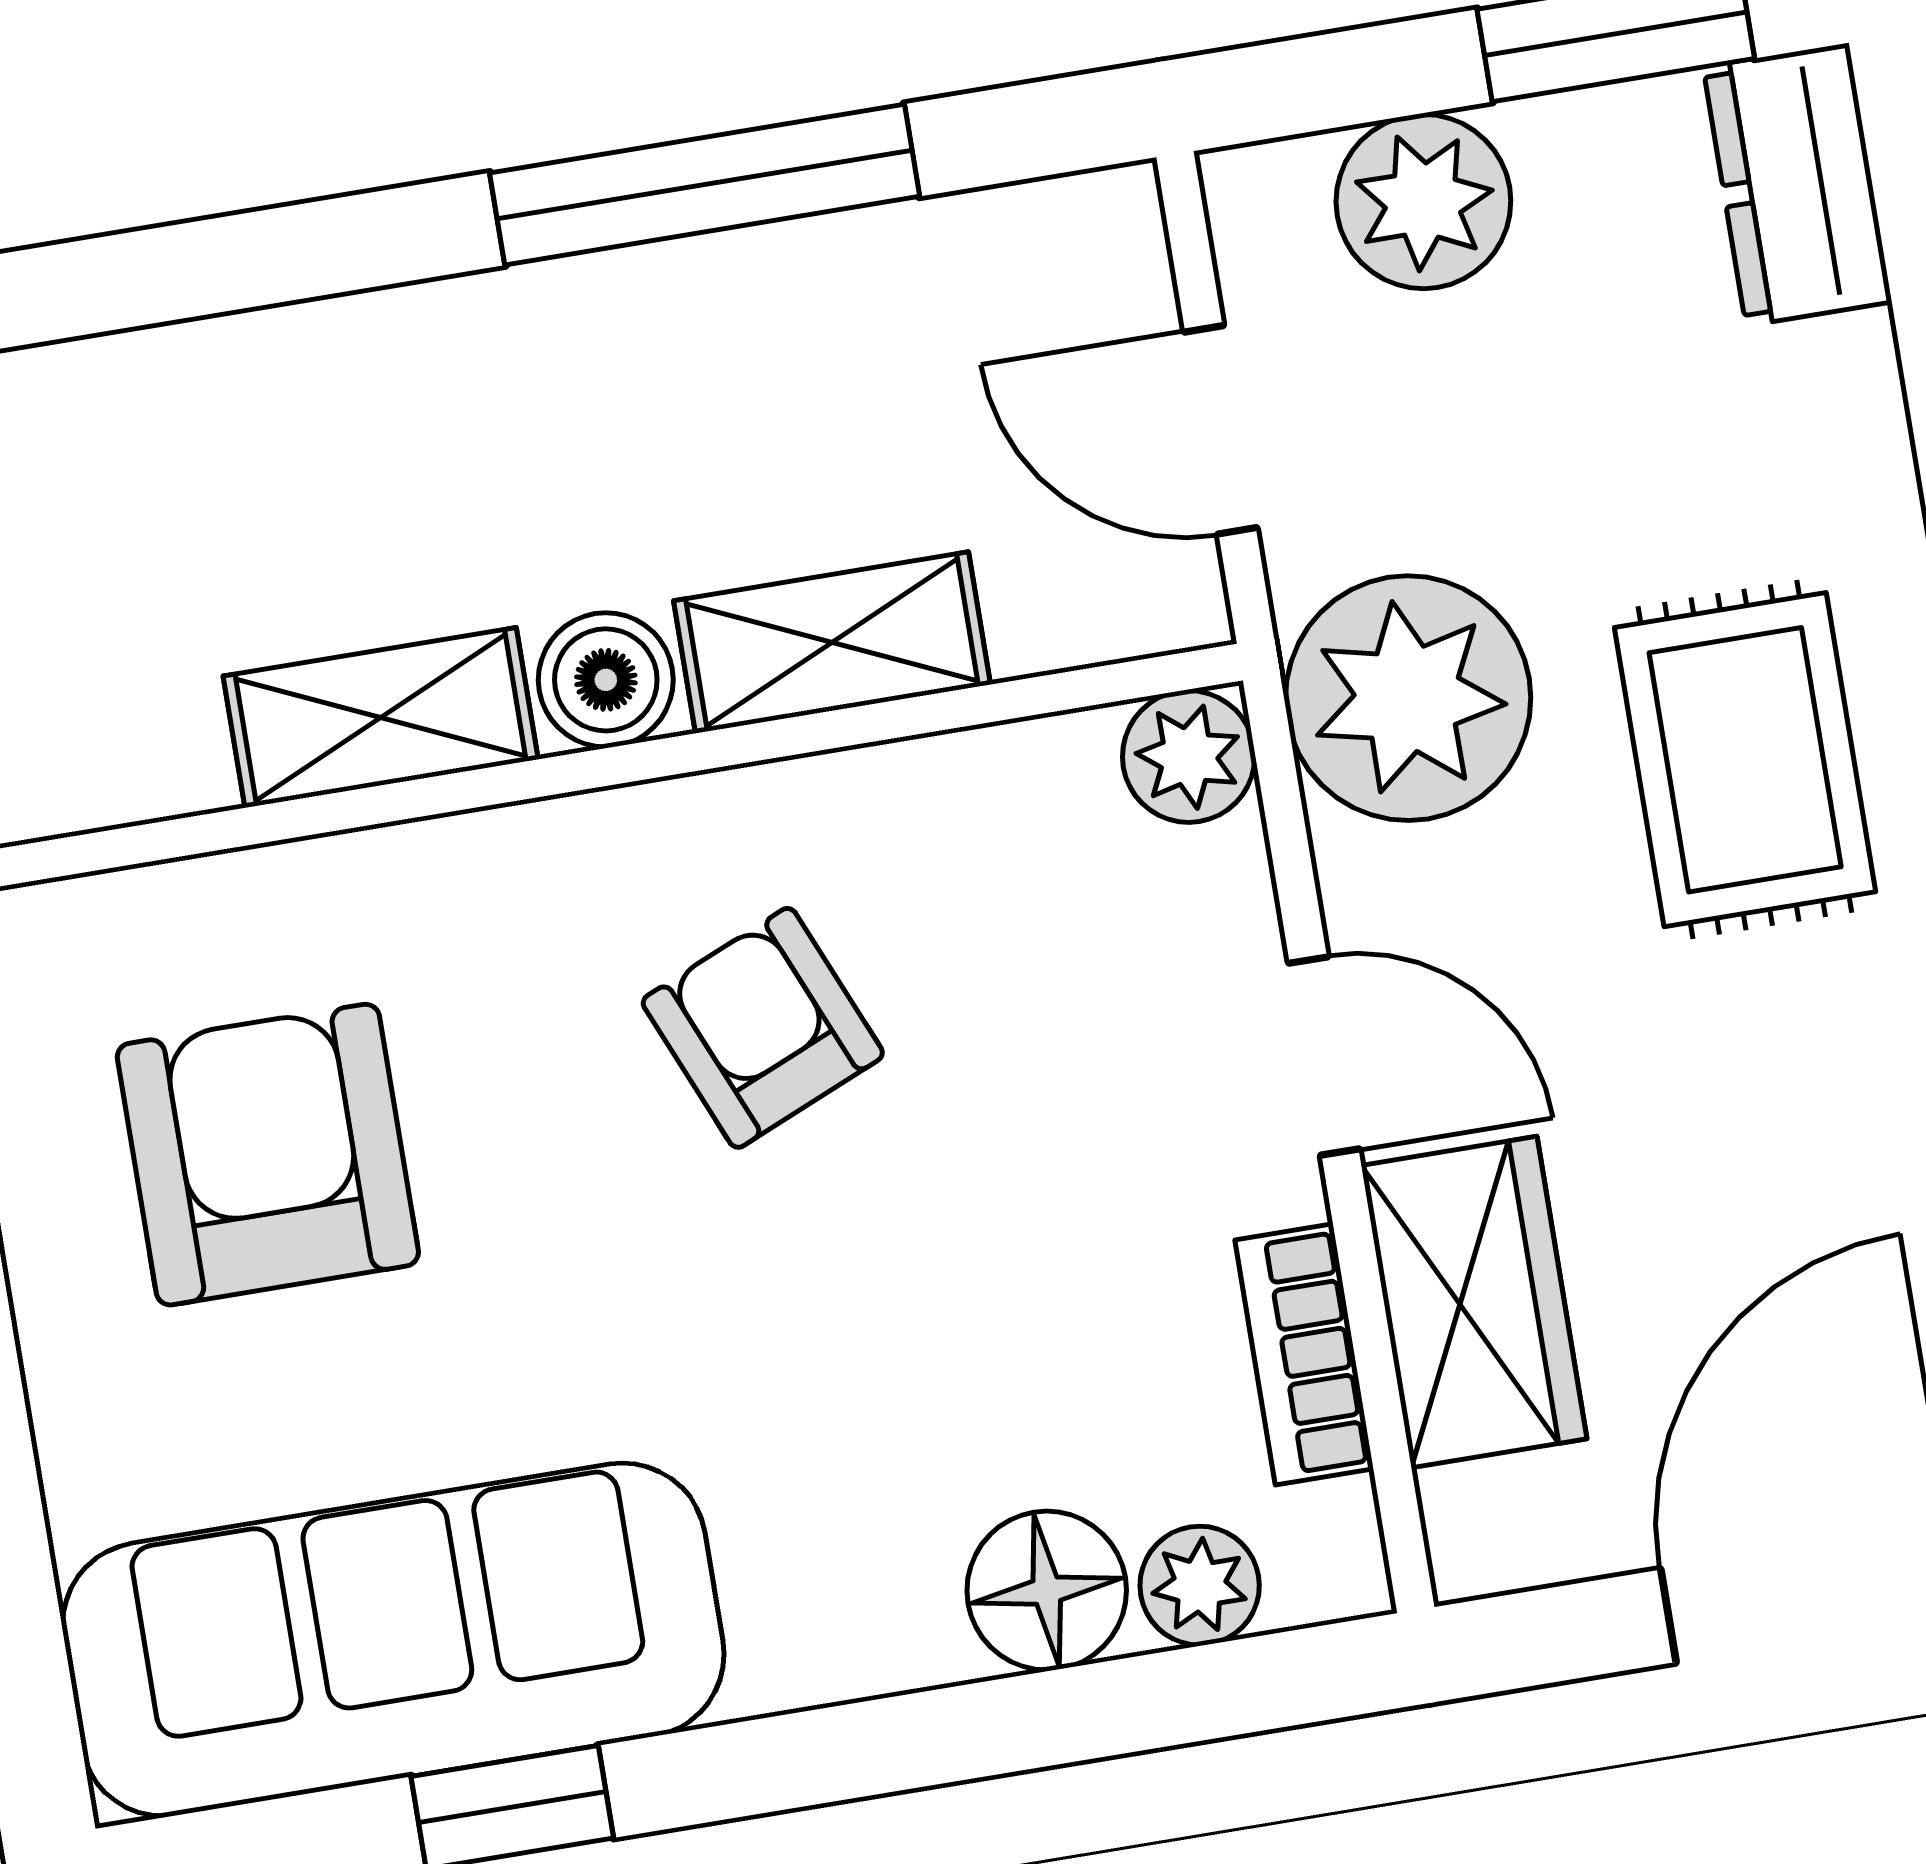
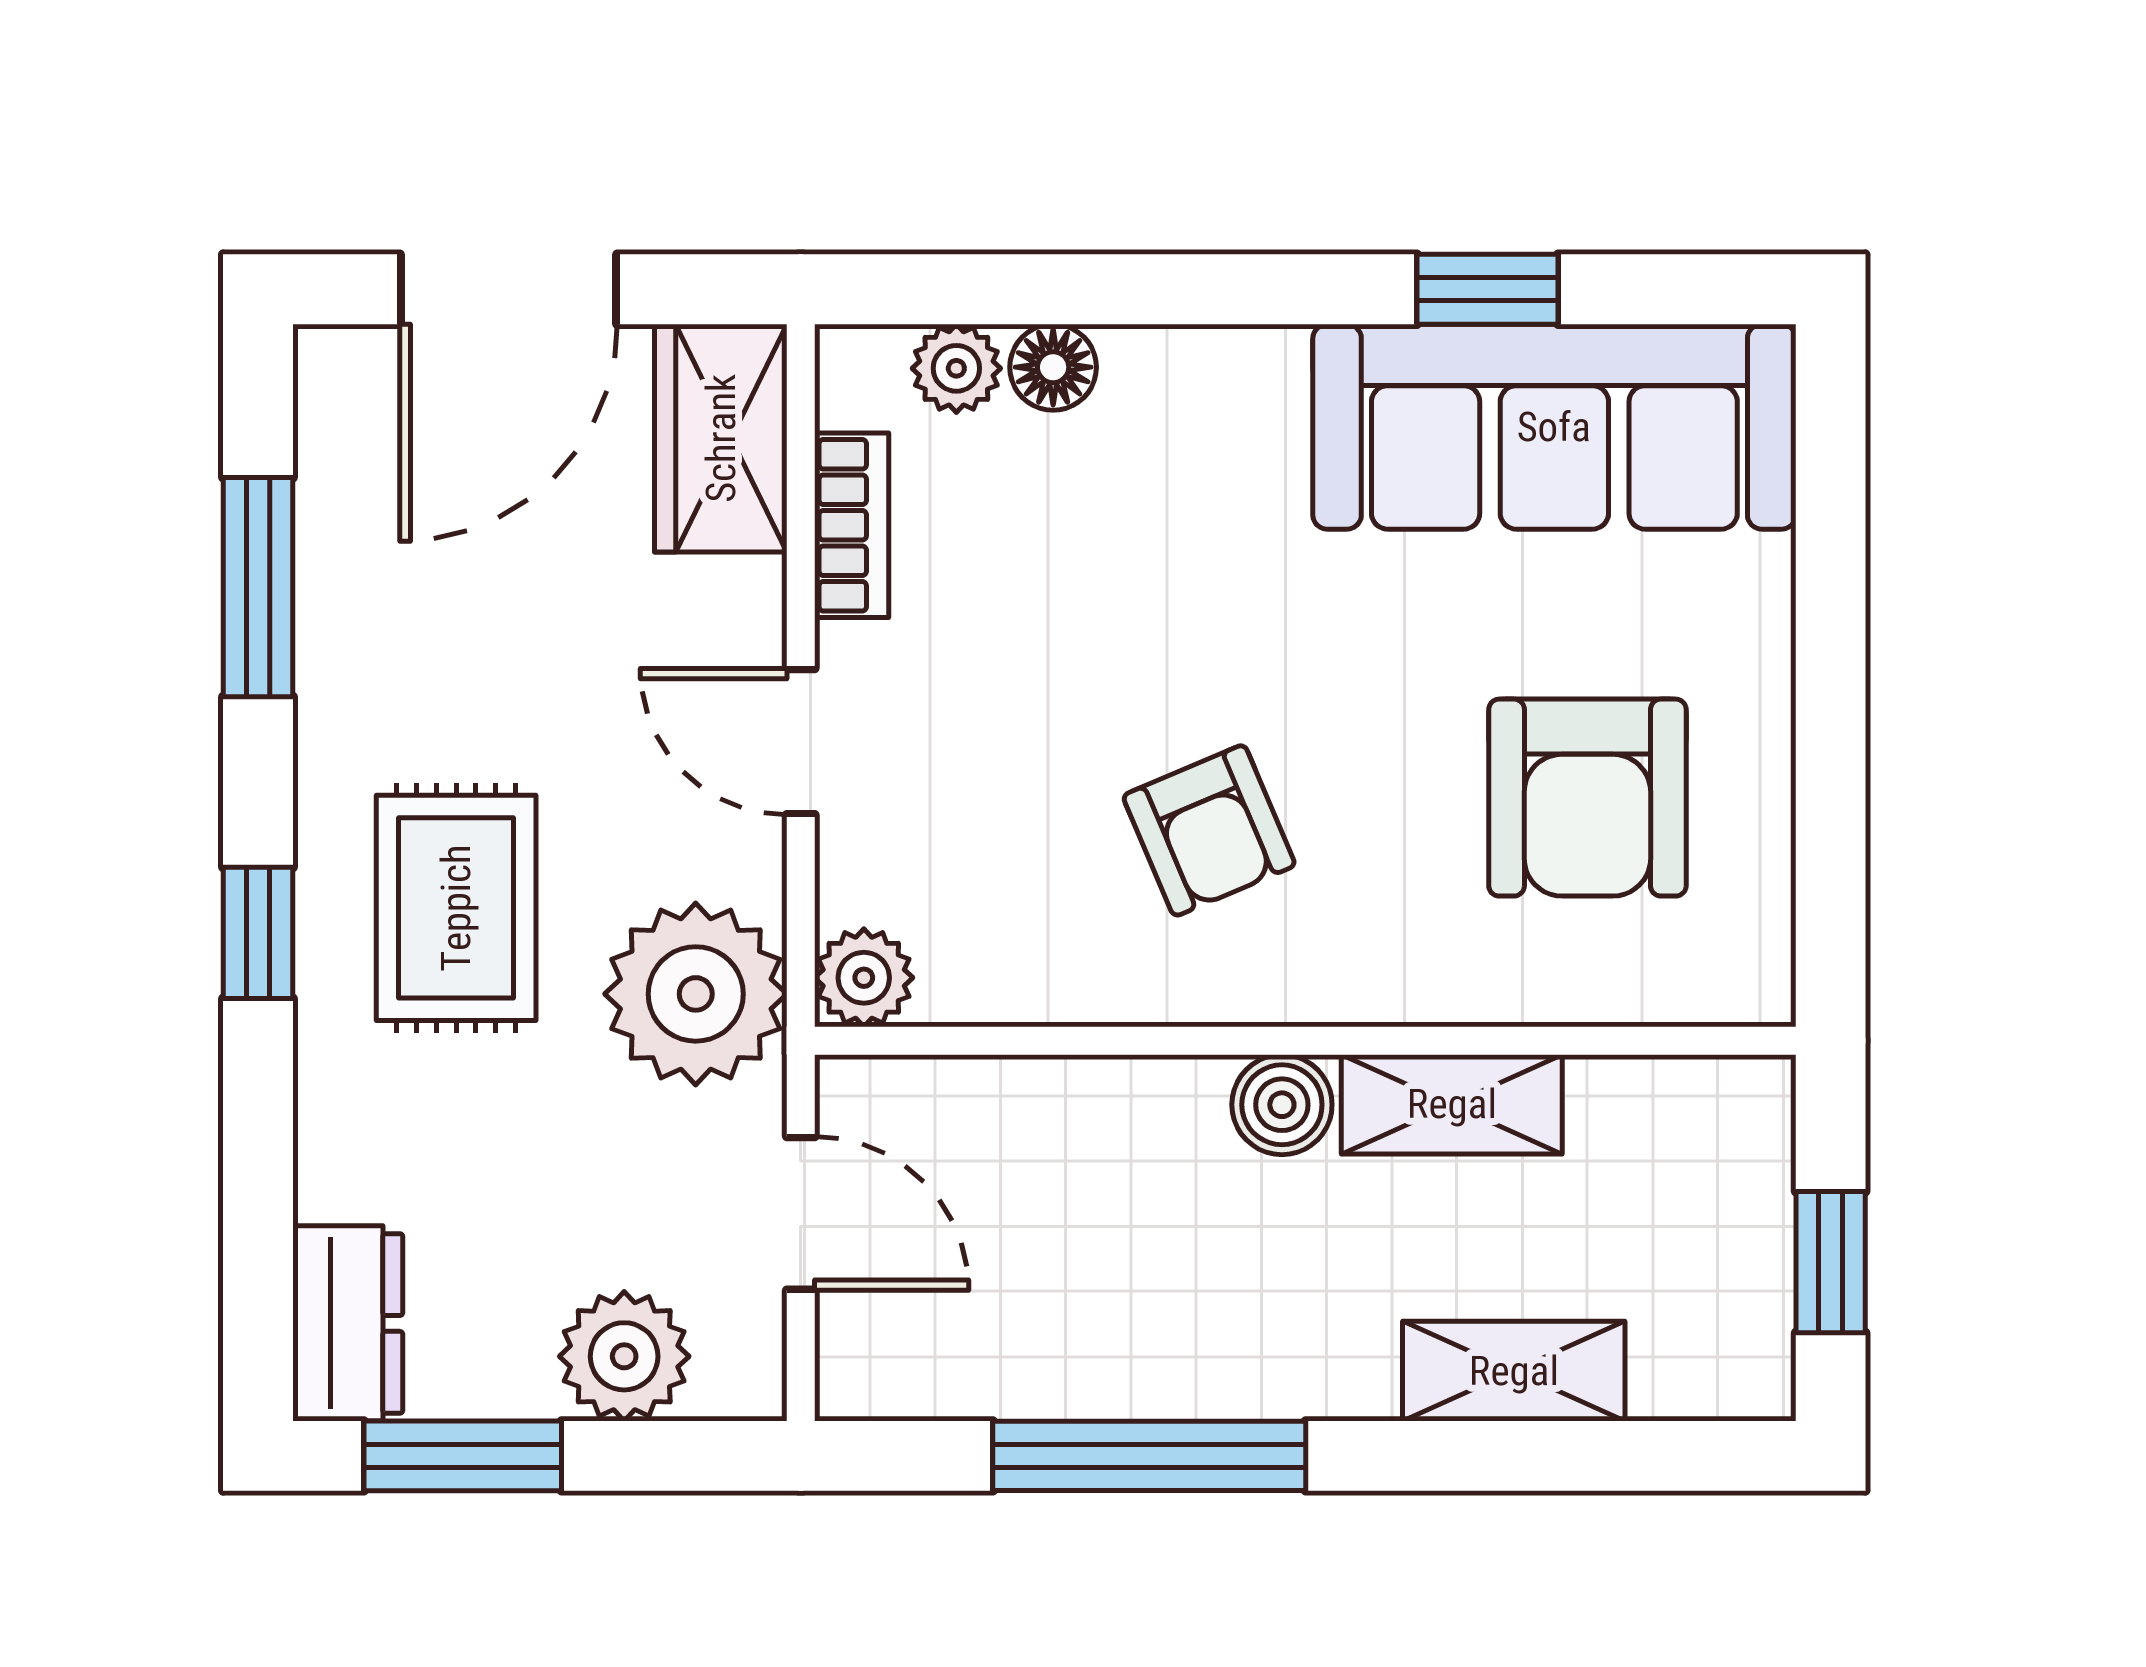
shelving: (832, 642) -> (1514, 1371), moved
wardrobe: (1474, 1302) -> (721, 438), moved
floor lamp: (1047, 1591) -> (1053, 367), width x0.73, depth x0.73

